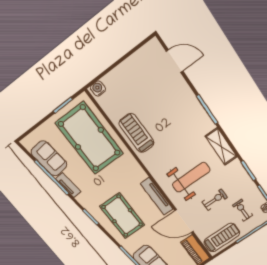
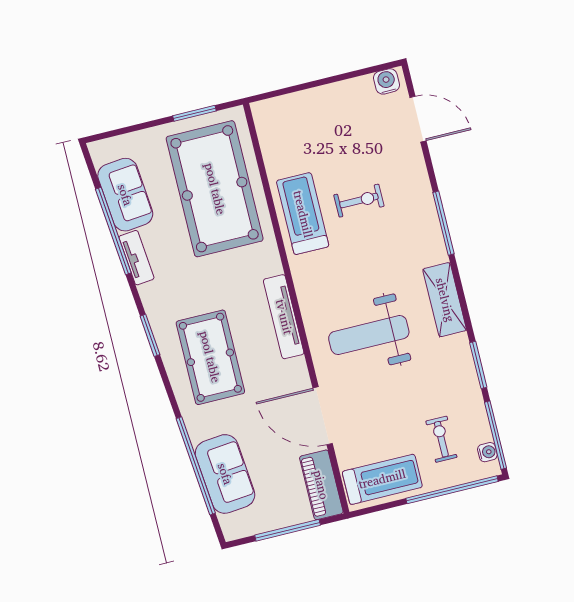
water cooler: (98, 88) -> (386, 81), moved
weight bench: (191, 177) -> (369, 335), turned 180
tv unit: (157, 196) -> (284, 317), moved
exercise bike: (215, 200) -> (359, 201), moved

